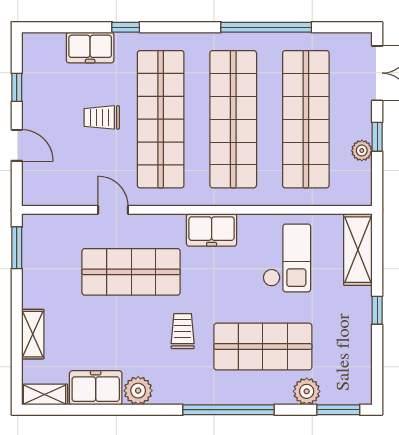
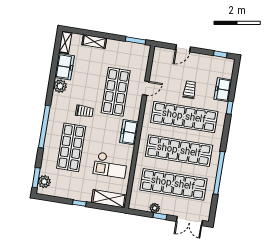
window: (17, 87) -> (220, 54), moved
plant: (307, 391) -> (44, 182), moved

